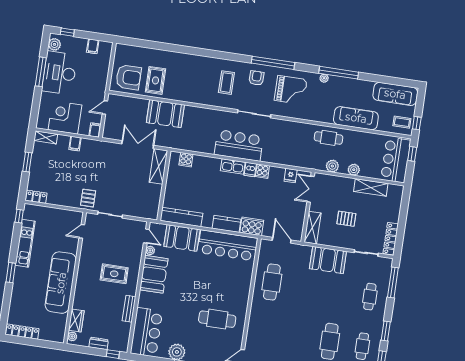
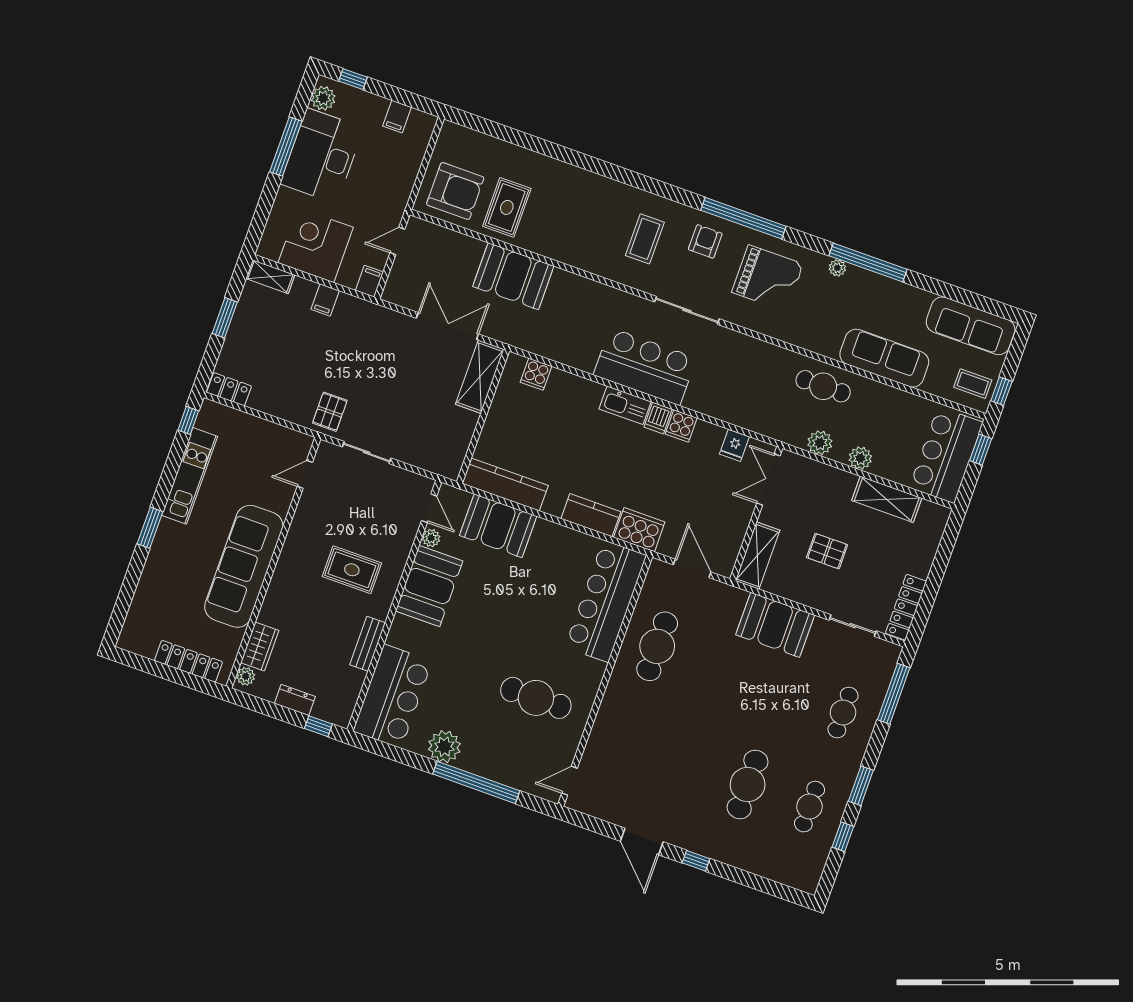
bar counter: (228, 245) -> (606, 601), moved, turned 90
locker: (22, 332) -> (188, 661), moved

